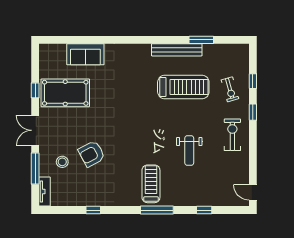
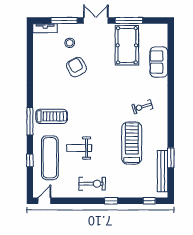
bench: (177, 50) -> (163, 171), moved
window: (253, 81) -> (149, 201), moved
treadmill: (183, 87) -> (132, 143), turned 180
exercise bike: (230, 89) -> (142, 107), moved
window: (35, 90) -> (129, 20), width x2.17
exercise mat: (201, 186) -> (50, 158), added
window: (93, 210) -> (30, 69), removed

